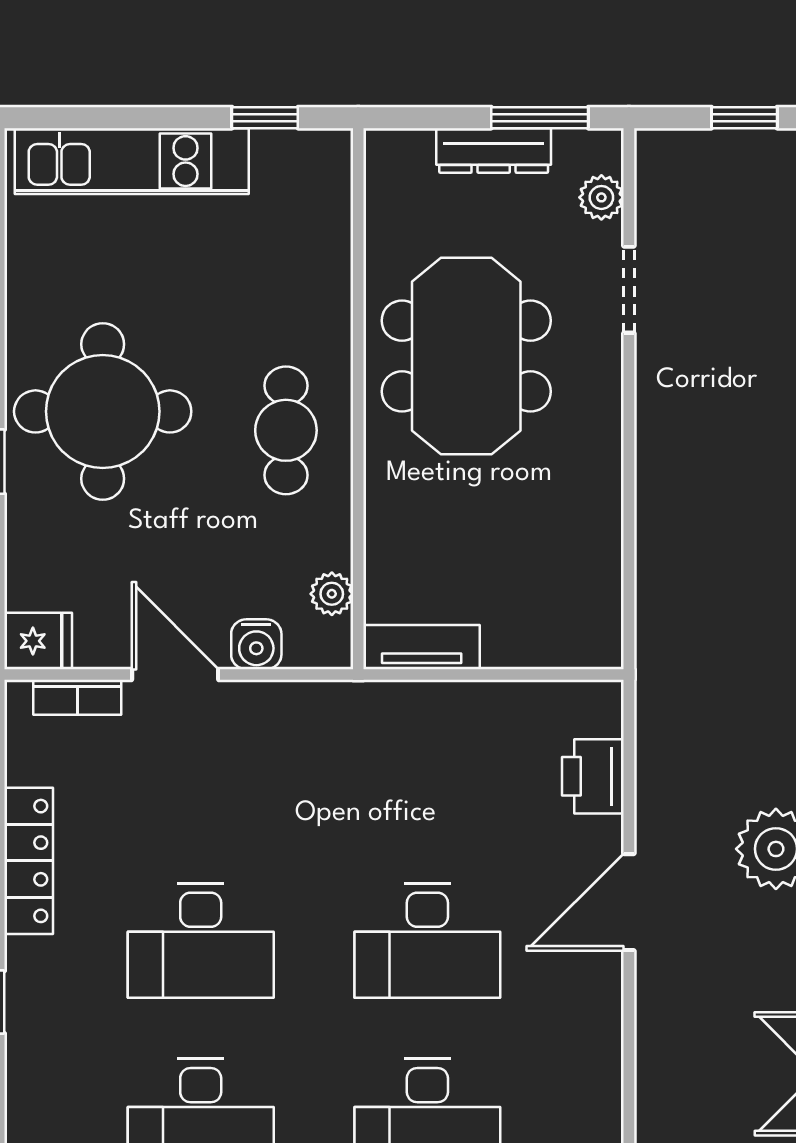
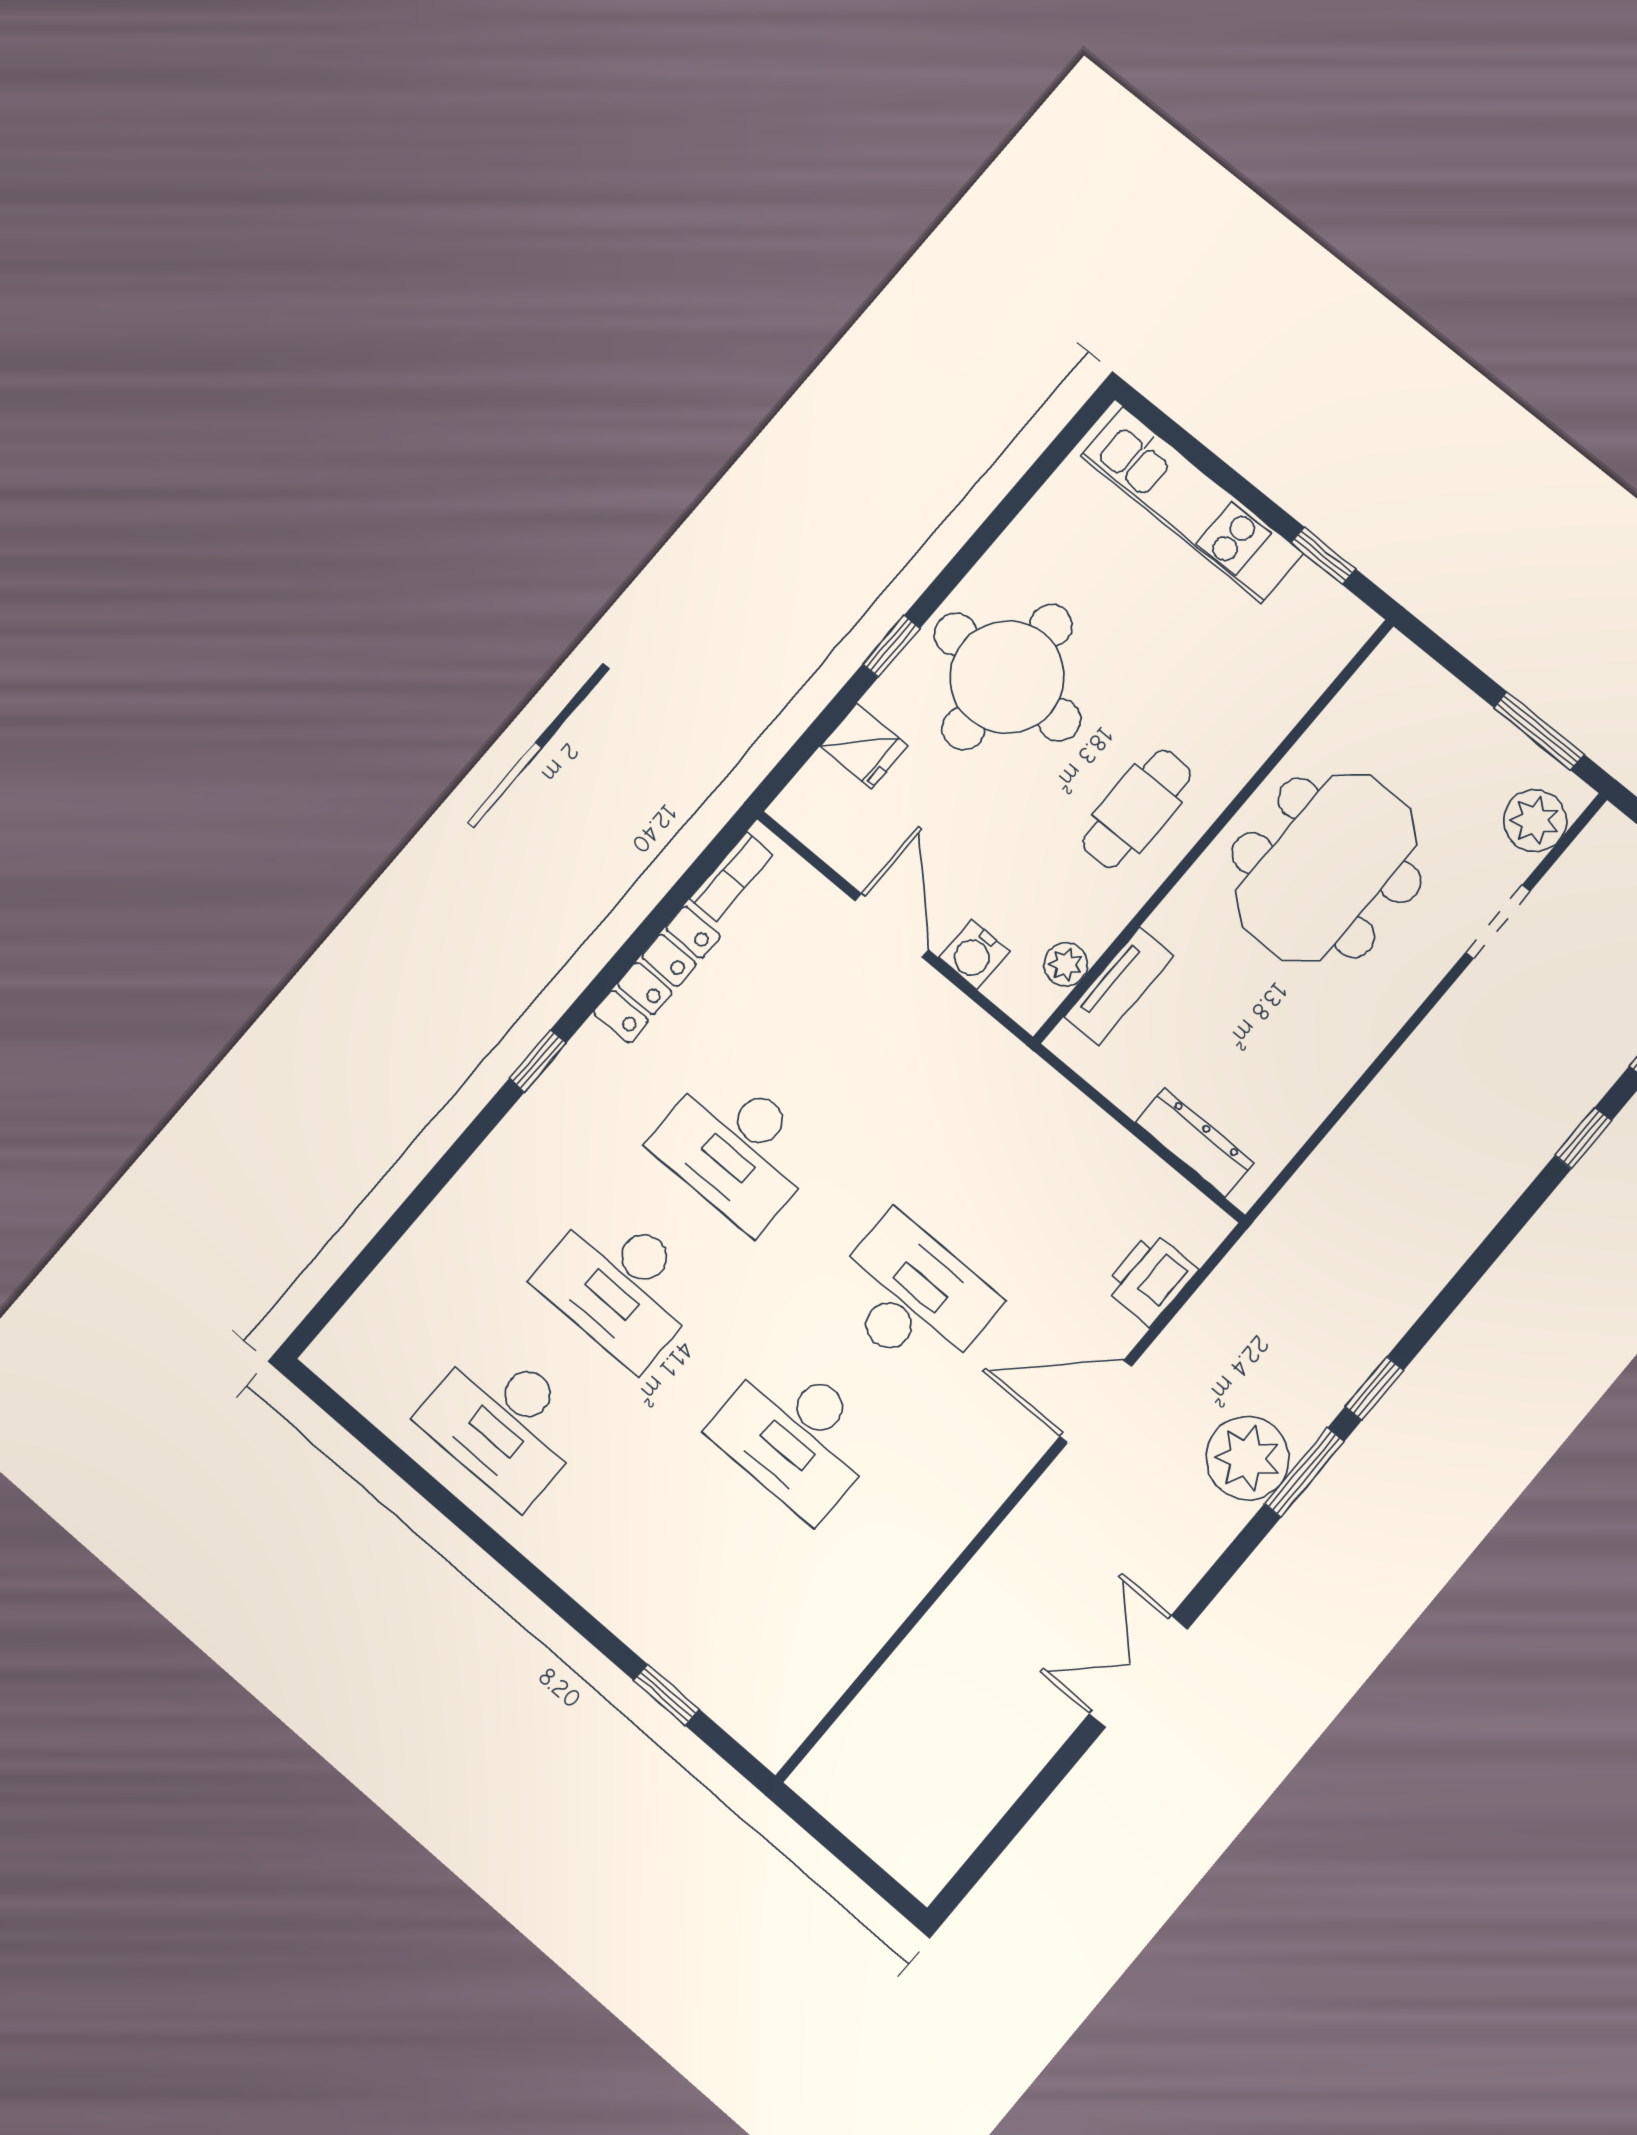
dresser: (494, 150) -> (1195, 1143), moved, turned 180
plant: (601, 197) -> (1535, 821), width x1.38, depth x1.38
fridge: (38, 641) -> (864, 746), moved
tv unit: (422, 647) -> (1119, 986), moved, turned 90
bookcase: (77, 697) -> (731, 877), moved, turned -90
desk: (427, 941) -> (912, 1297), turned 180

